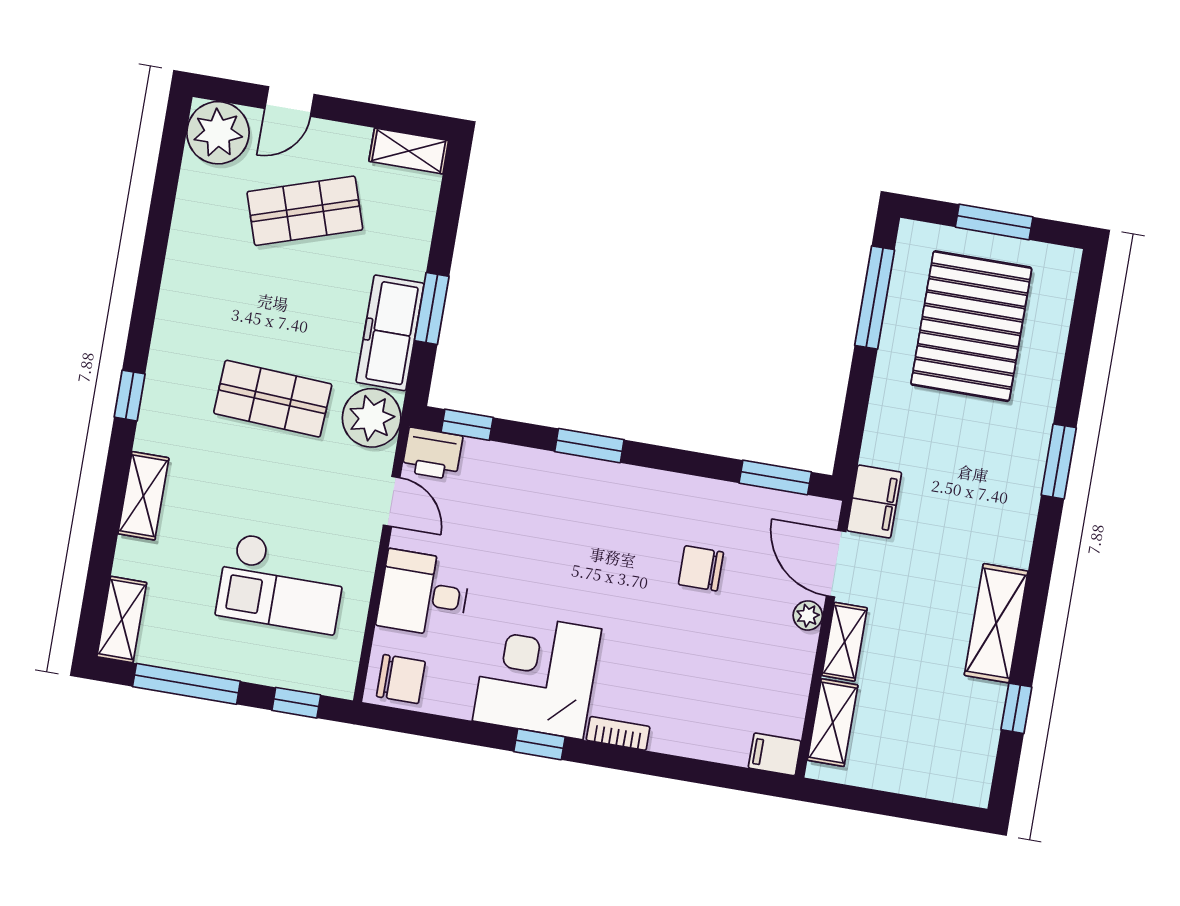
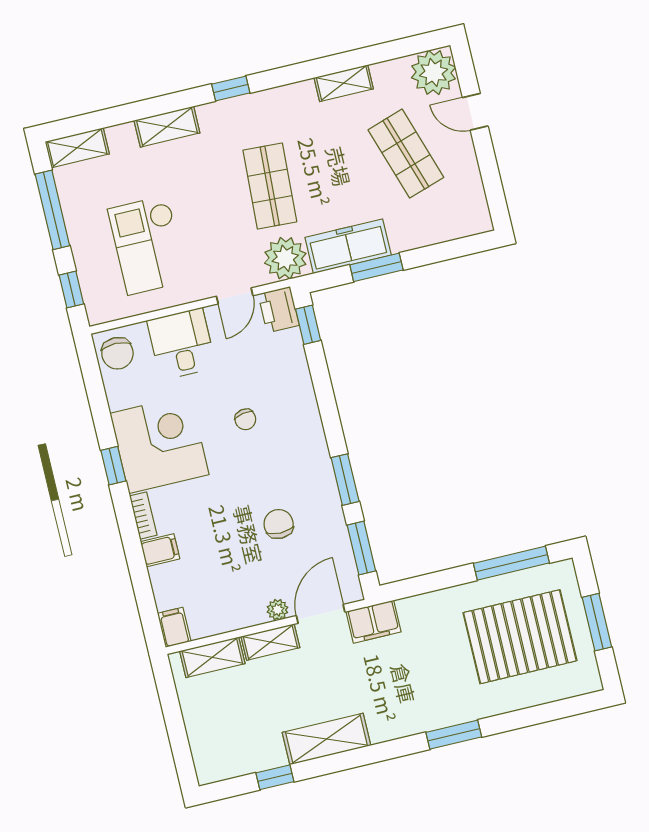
shelving: (409, 151) -> (344, 83), moved, turned 90
window: (589, 446) -> (345, 480), moved
chair: (552, 554) -> (245, 419), added
filing cabinet: (670, 731) -> (160, 550), added

